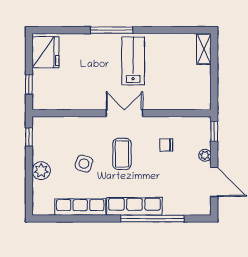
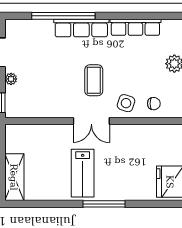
shelving: (204, 49) -> (14, 177), width x1.50, depth x1.33
chair: (166, 145) -> (154, 104), moved
side table: (84, 164) -> (126, 103), moved

